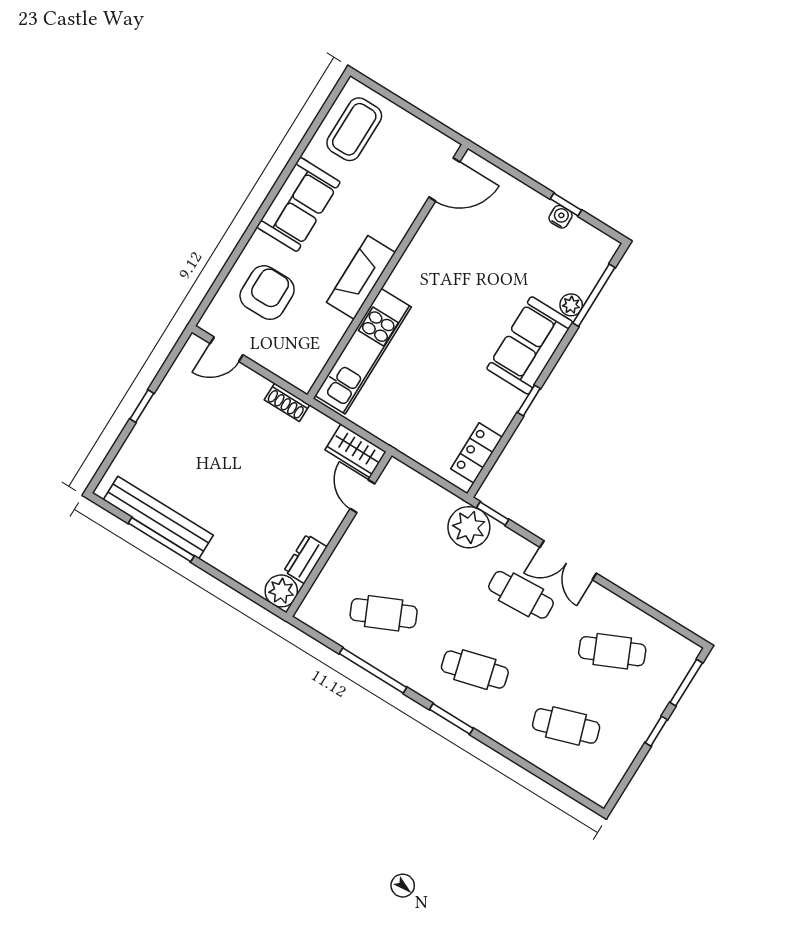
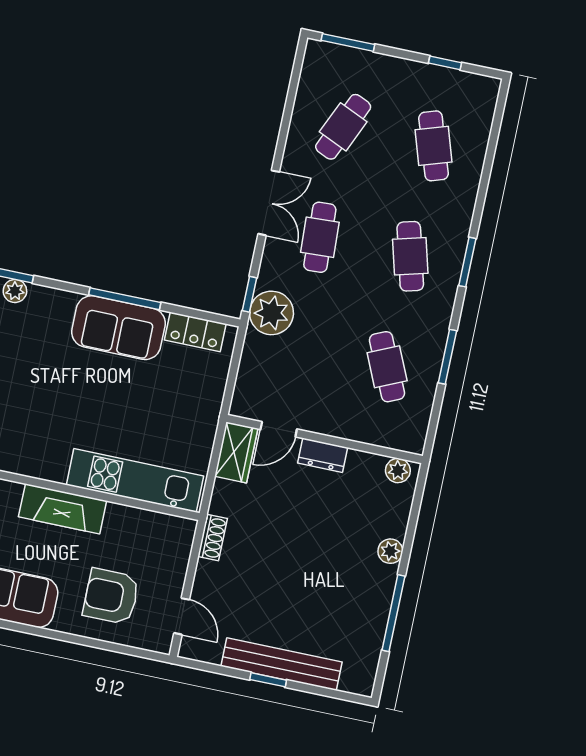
sofa: (530, 345) -> (118, 328), moved
window: (529, 401) -> (125, 299), width x2.17
bench: (158, 518) -> (281, 664), moved, turned 90
plant: (218, 557) -> (390, 551), added
dresser: (306, 559) -> (323, 455), moved
plant: (281, 591) -> (398, 471), width x0.73, depth x0.73
cafe table: (612, 651) -> (343, 127), turned 48
window: (373, 670) -> (447, 357), width x0.69
window: (656, 731) -> (445, 63), moved

